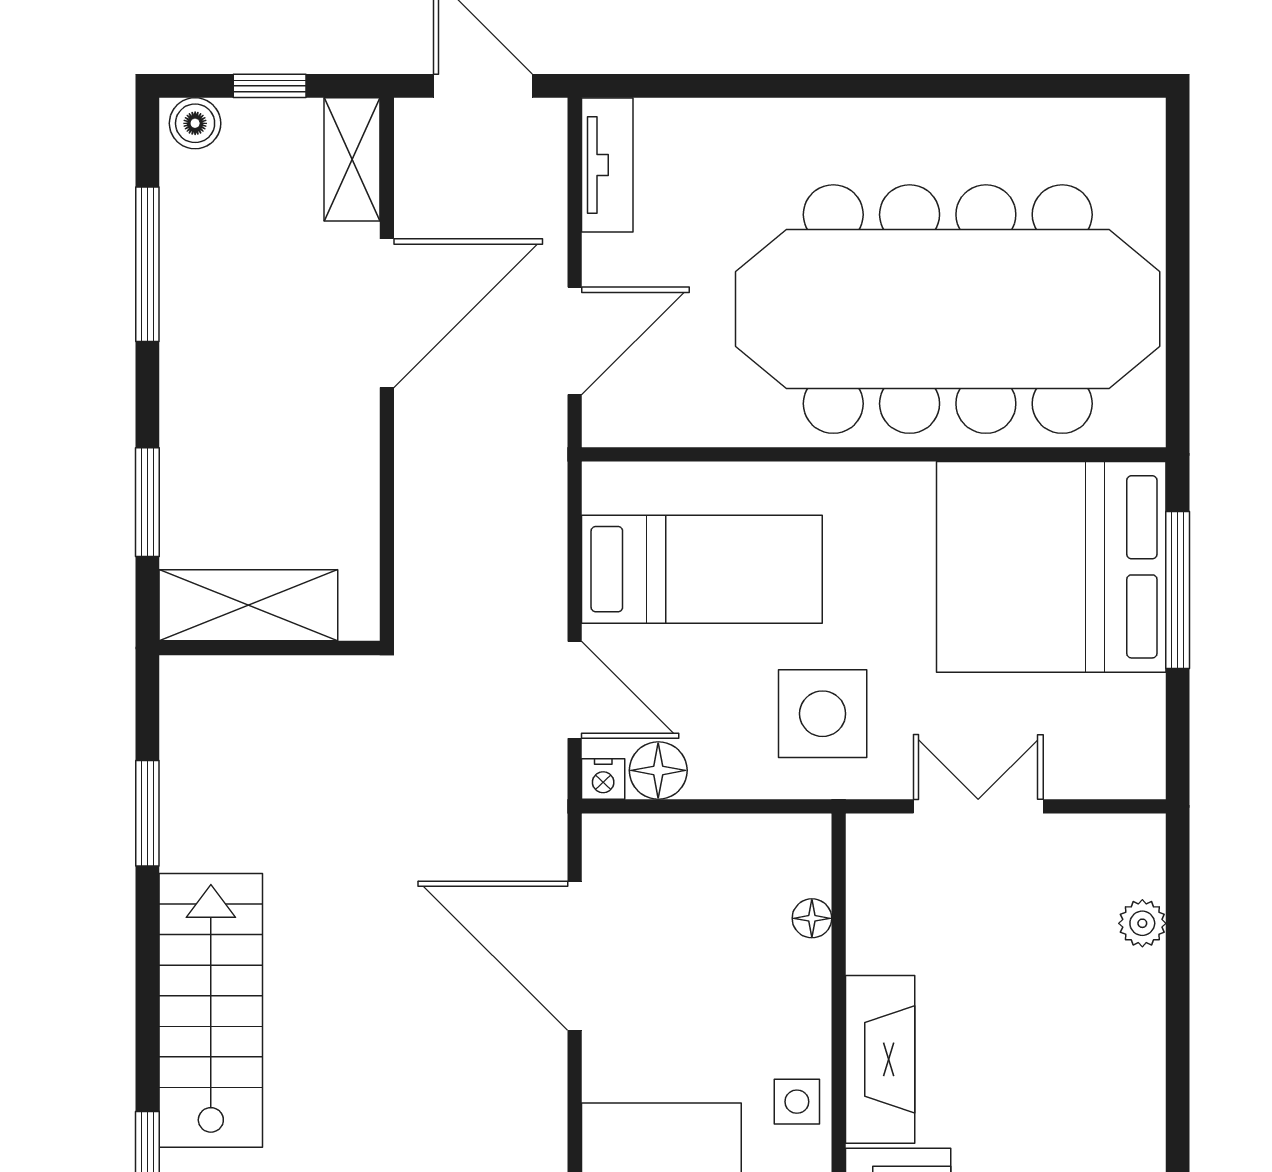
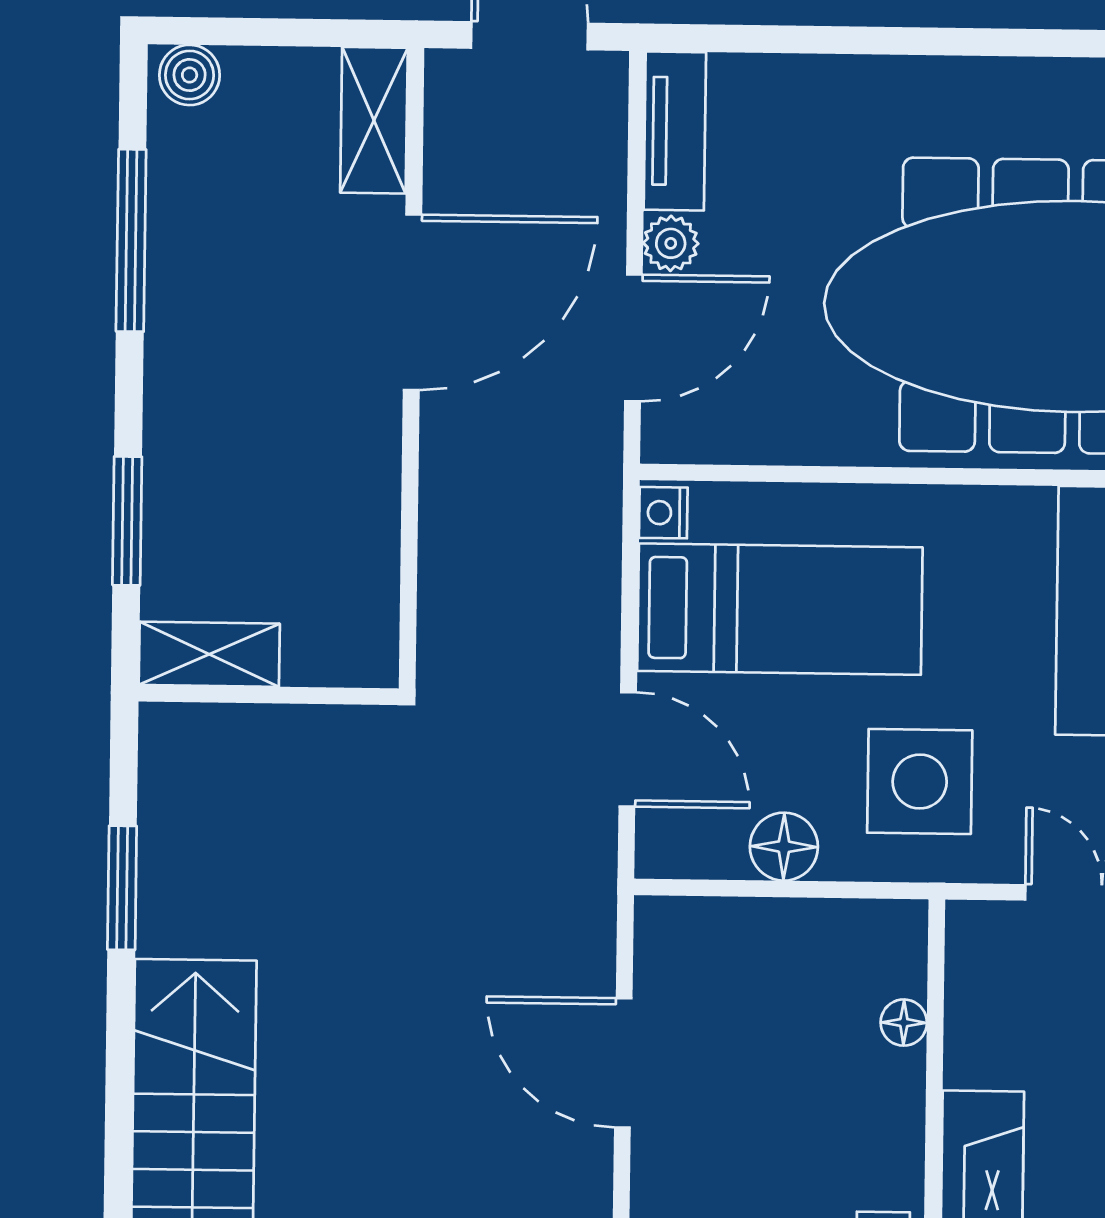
window: (270, 86) -> (278, 32), removed
plant: (605, 260) -> (671, 243), added
shelving: (248, 605) -> (209, 654), width x0.67, depth x0.75
floor lamp: (658, 770) -> (784, 847), moved
nightstand: (603, 779) -> (663, 513), moved, turned 90
door: (575, 956) -> (623, 1063), width x0.73

